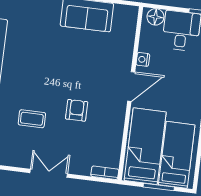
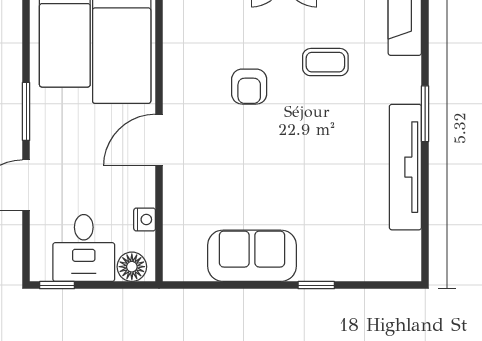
nightstand: (143, 59) -> (145, 220), moved

